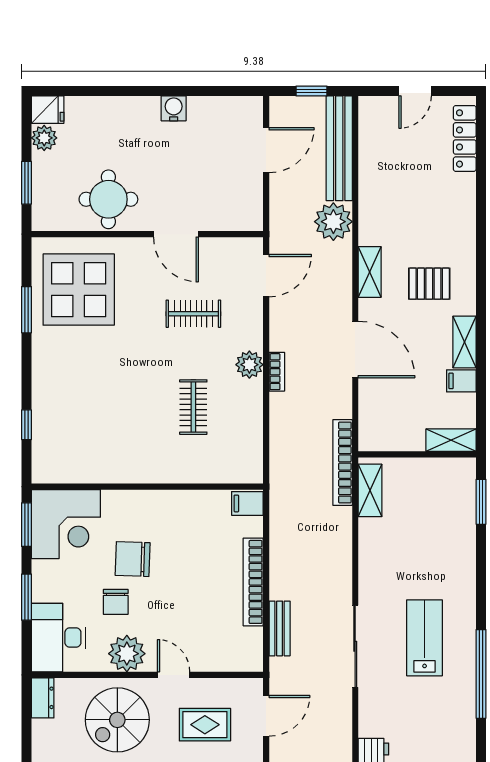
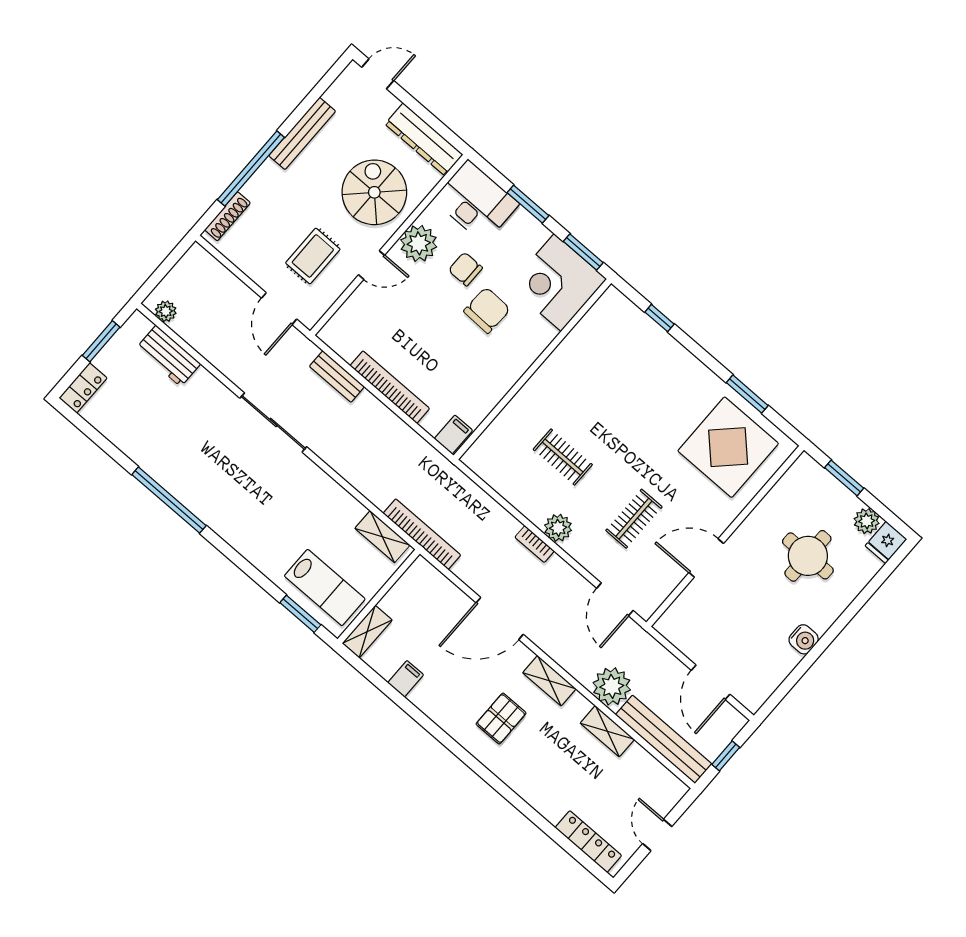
round table: (108, 199) -> (808, 556), moved
shelving: (464, 342) -> (607, 731), moved
lab bench: (425, 638) -> (325, 588), moved
dresser: (43, 698) -> (424, 139), width x1.96, depth x1.24

